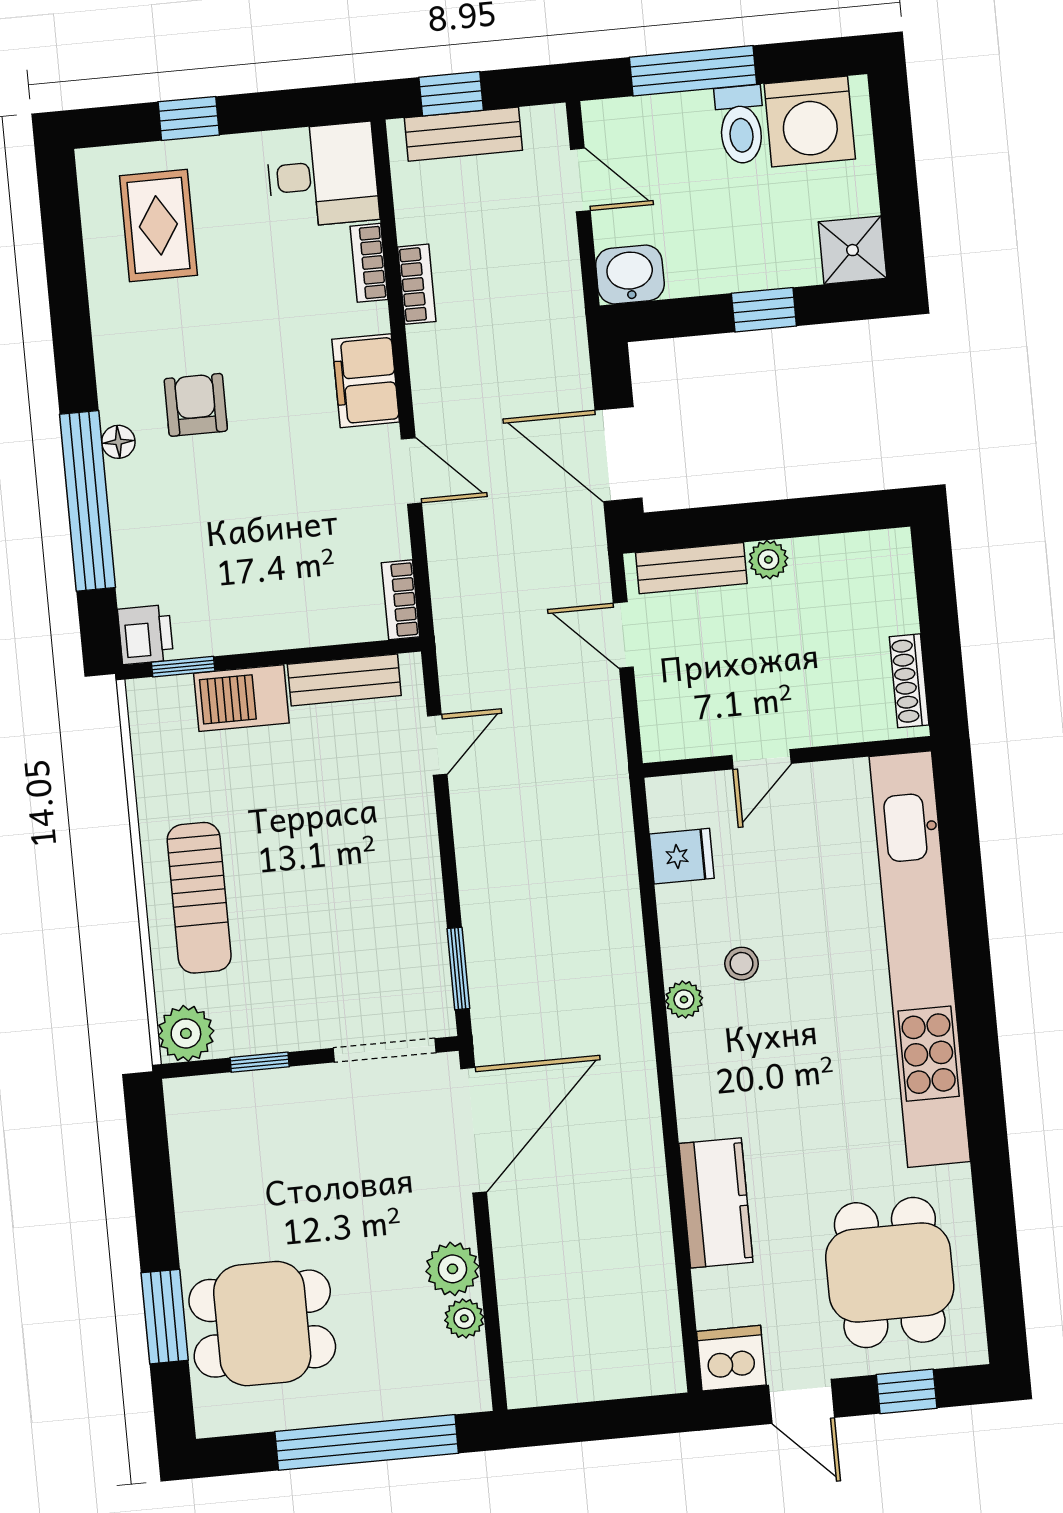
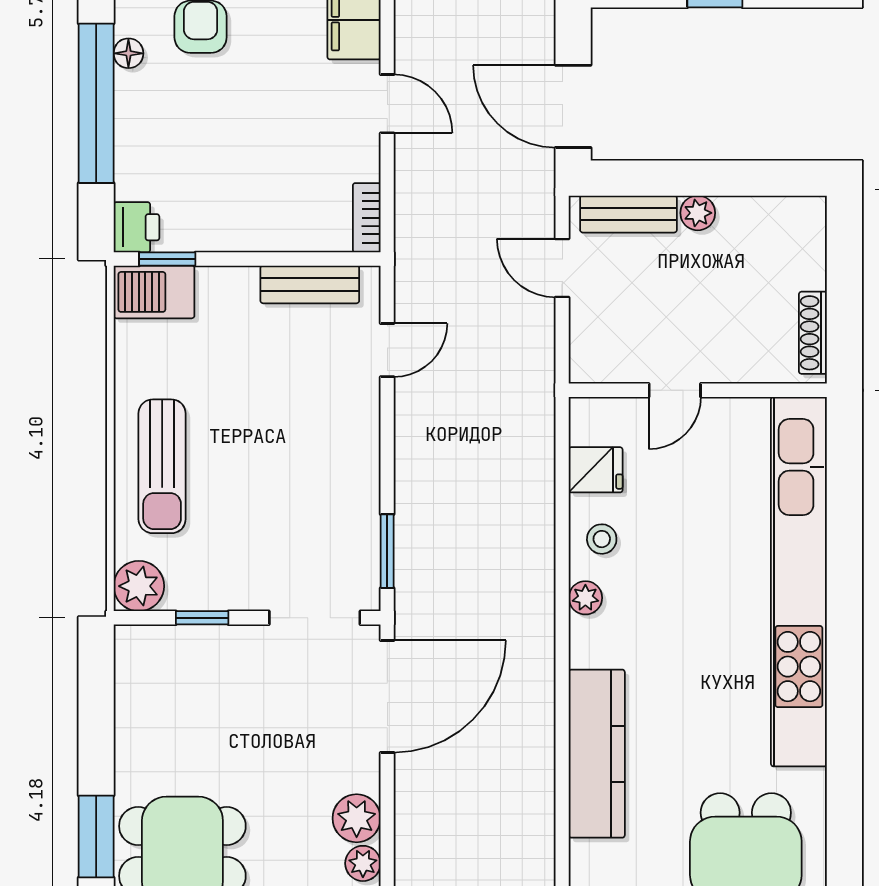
barbecue: (241, 698) -> (154, 292), moved
stool: (742, 964) -> (602, 539), moved
kitchen counter: (716, 1203) -> (597, 754), width x1.50

